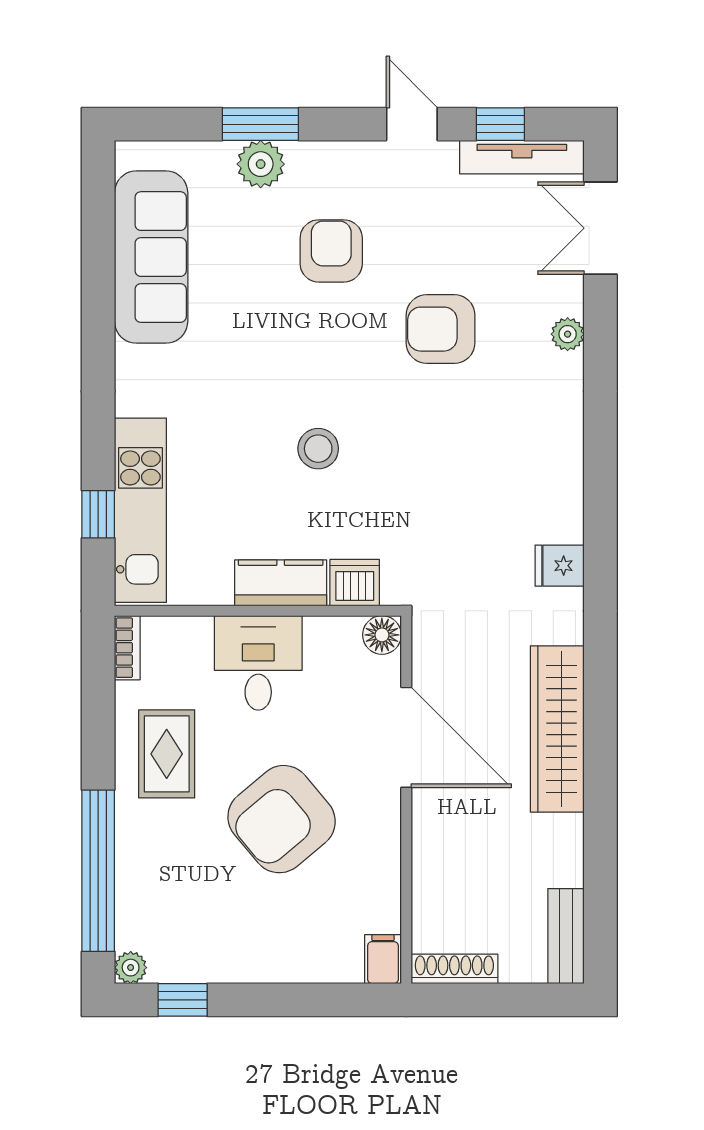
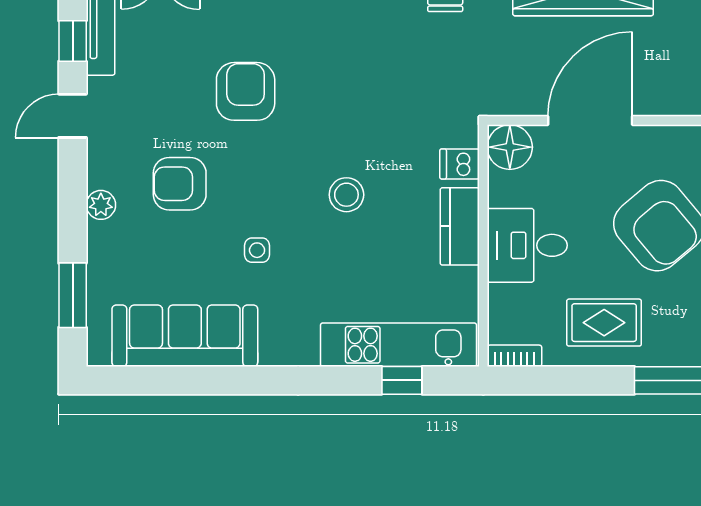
window: (260, 124) -> (73, 295), moved
plant: (261, 164) -> (101, 205), moved, width x0.73, depth x0.73
armchair: (441, 329) -> (246, 91), turned 180
side table: (253, 343) -> (257, 250), added
dishwasher: (355, 583) -> (460, 164), width x0.73
floor lamp: (382, 635) -> (510, 147), width x1.38, depth x1.38

